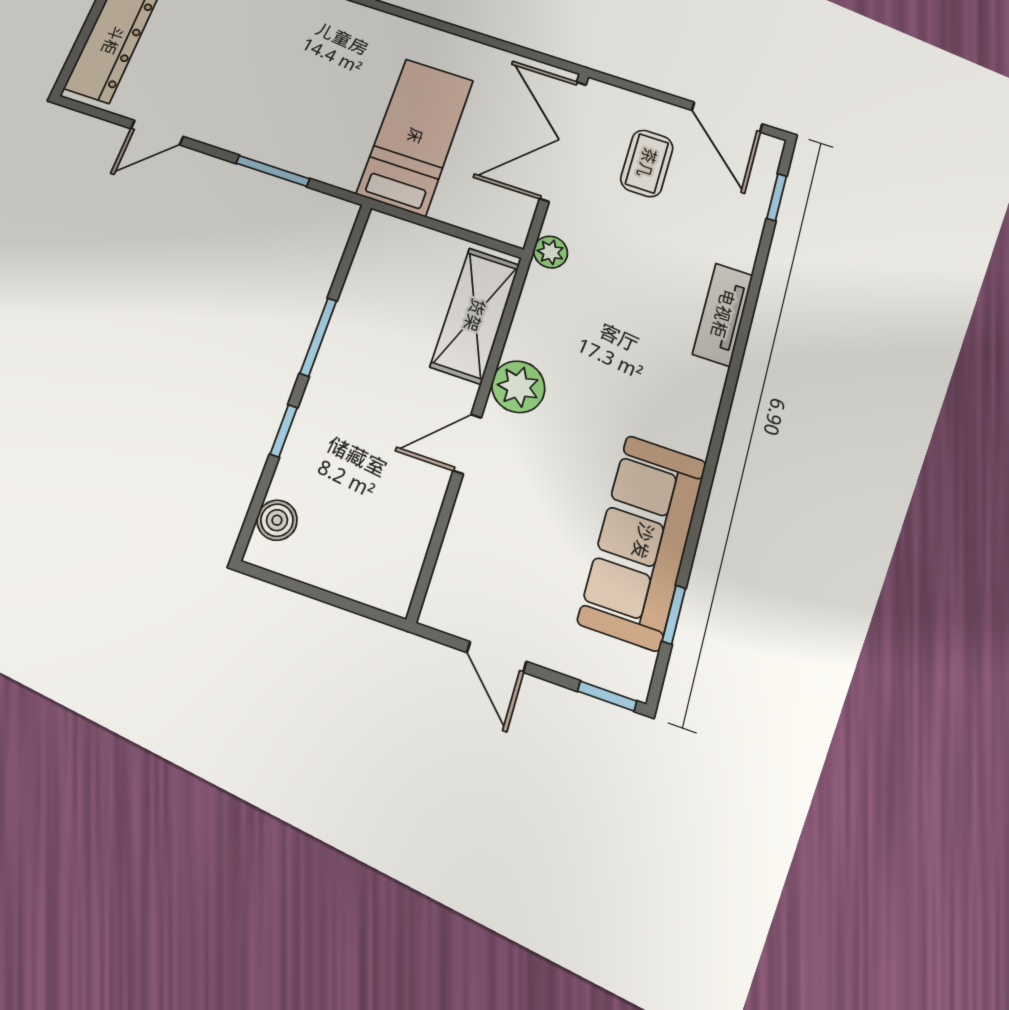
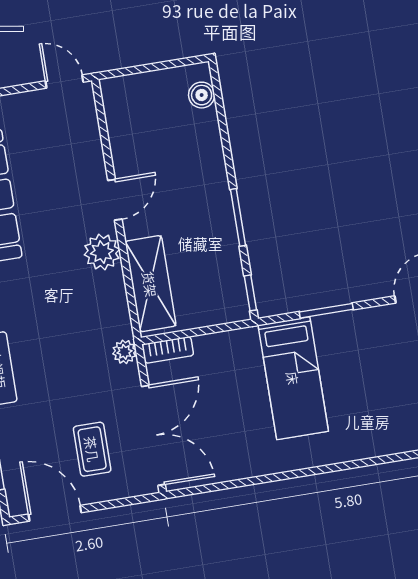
bed: (415, 136) -> (293, 378), moved
bookcase: (495, 227) -> (168, 350), added
window: (284, 431) -> (250, 293), moved
door: (497, 657) -> (64, 82), moved

